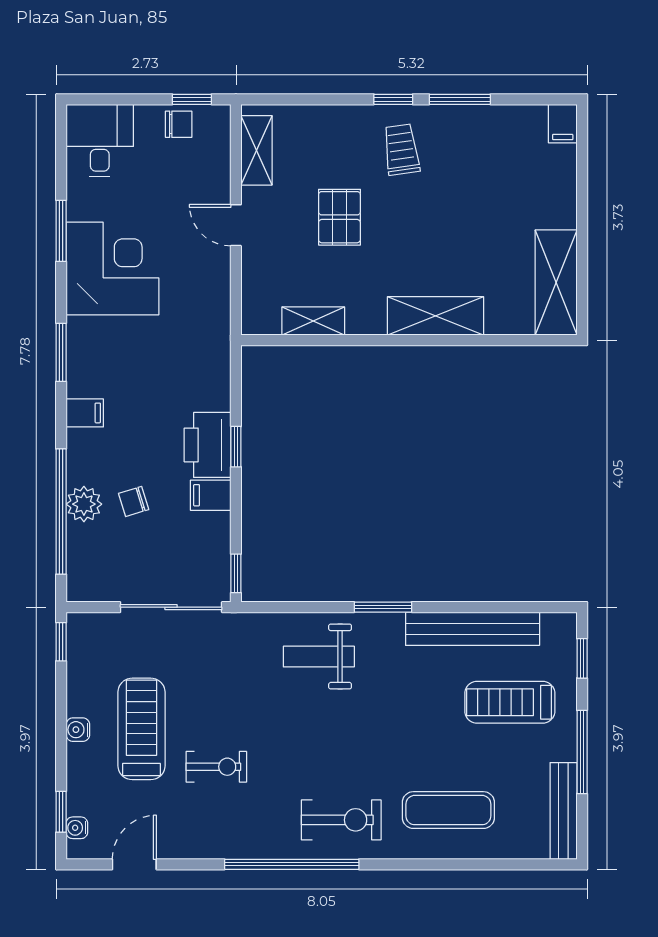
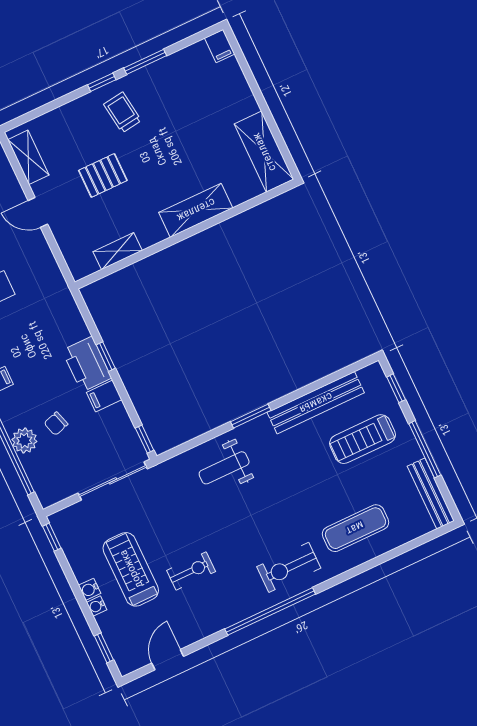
pallet: (339, 217) -> (103, 175), turned 90
exercise bike: (341, 820) -> (289, 567), turned 180
water cooler: (77, 828) -> (97, 606), moved

